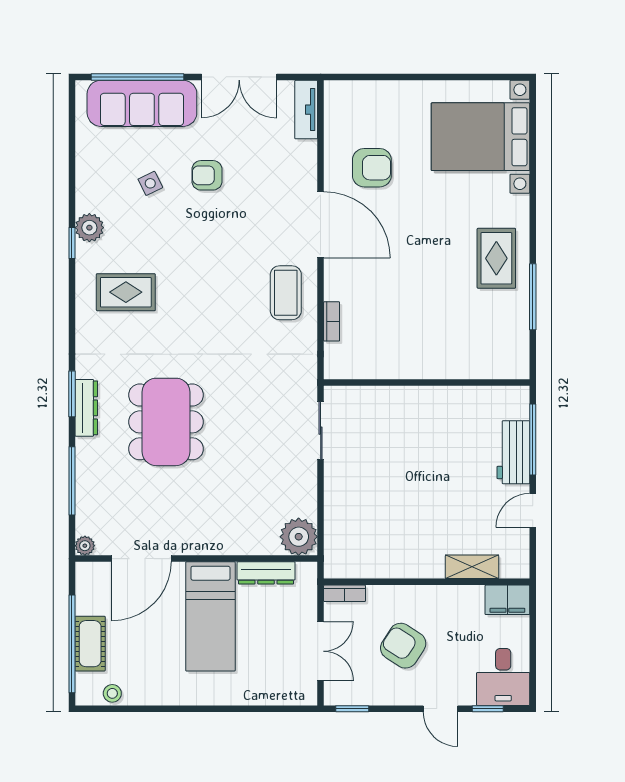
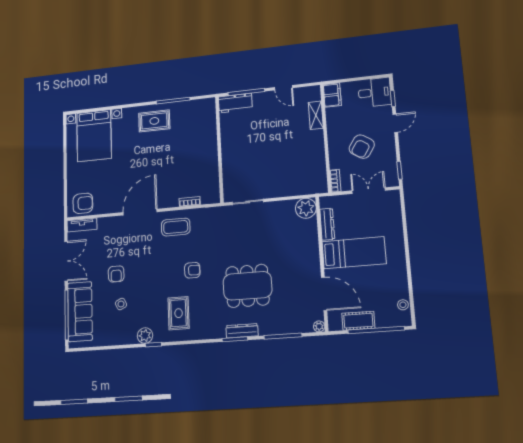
armchair: (372, 168) -> (83, 203), moved, turned 90
armchair: (202, 321) -> (192, 270), added
workbench: (513, 452) -> (235, 103), moved
cot: (90, 644) -> (358, 321), moved

